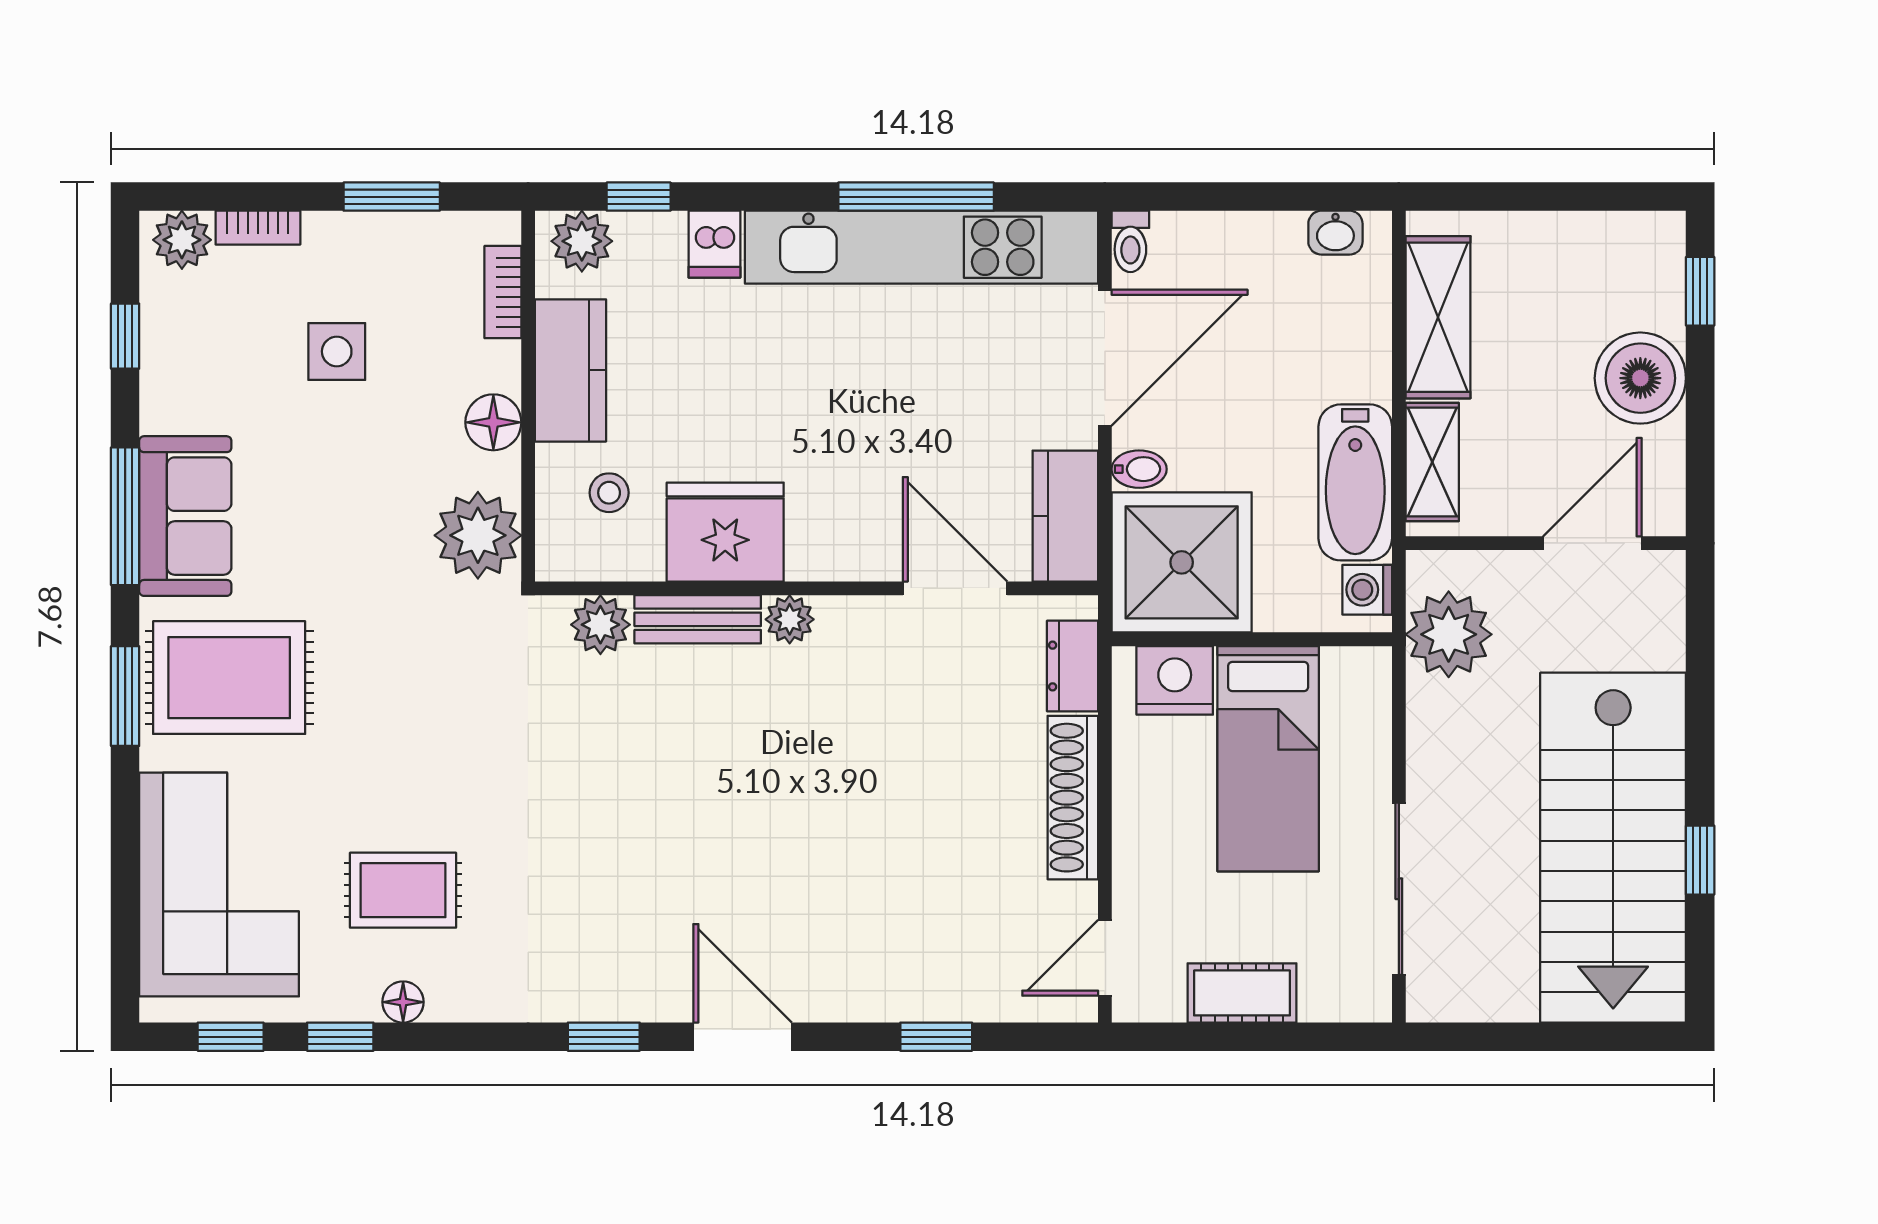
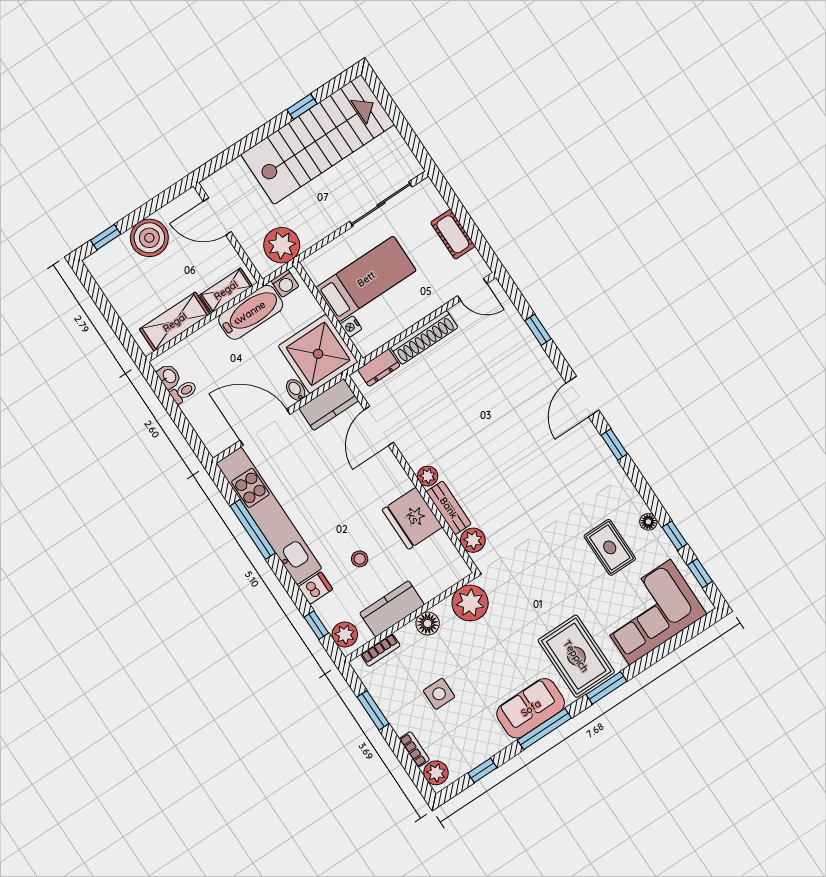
toilet: (1130, 241) -> (184, 392), moved
stool: (609, 493) -> (360, 559), moved
nightstand: (1175, 680) -> (351, 326), width x0.53, depth x0.56

